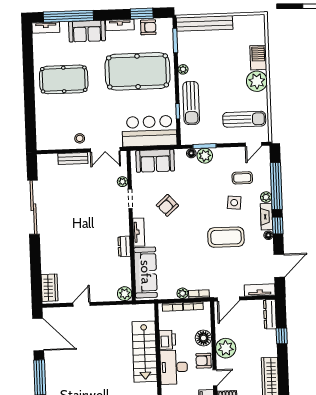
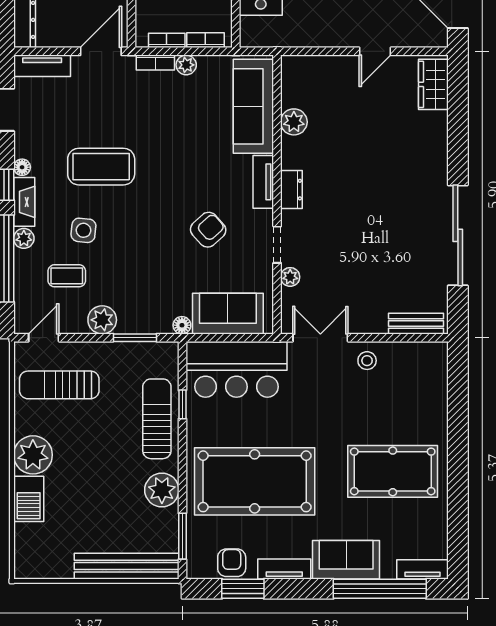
armchair: (148, 27) -> (232, 563), turned 90
plant: (183, 69) -> (162, 490), width x1.88, depth x1.88
floor lamp: (191, 153) -> (182, 325), moved
plant: (205, 156) -> (102, 320), moved
bench: (73, 158) -> (416, 324), moved
dresser: (124, 246) -> (291, 190), moved
plant: (125, 294) -> (294, 122), moved

